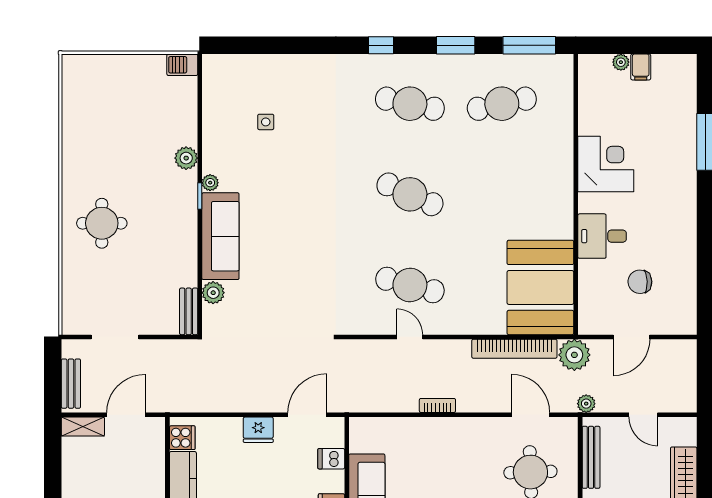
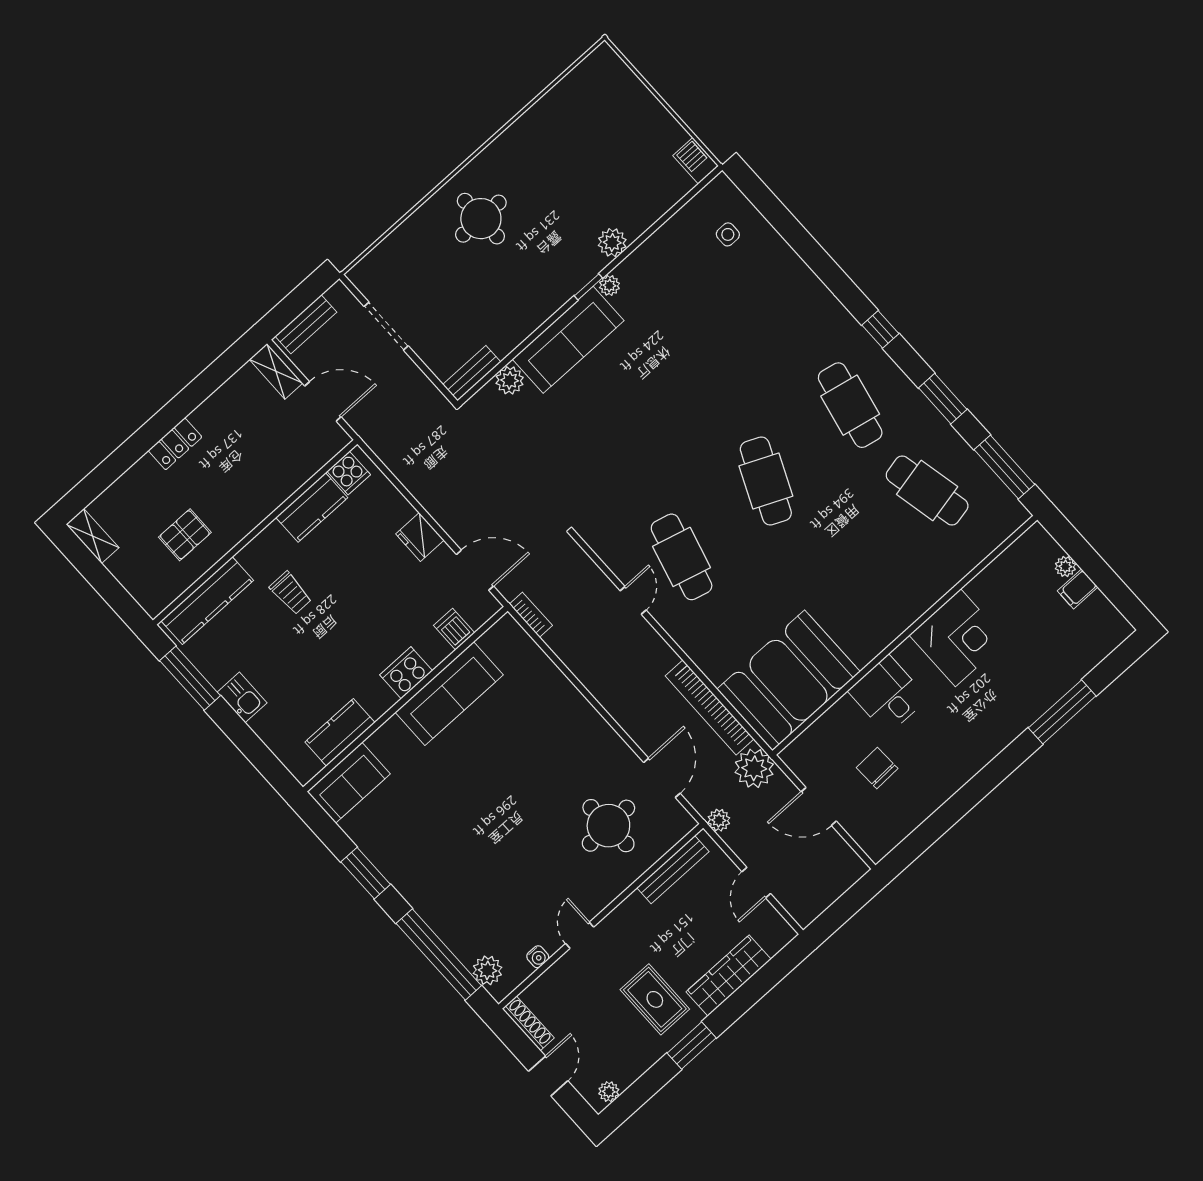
side table: (266, 122) -> (728, 234), moved
bookcase: (437, 405) -> (531, 615), moved

